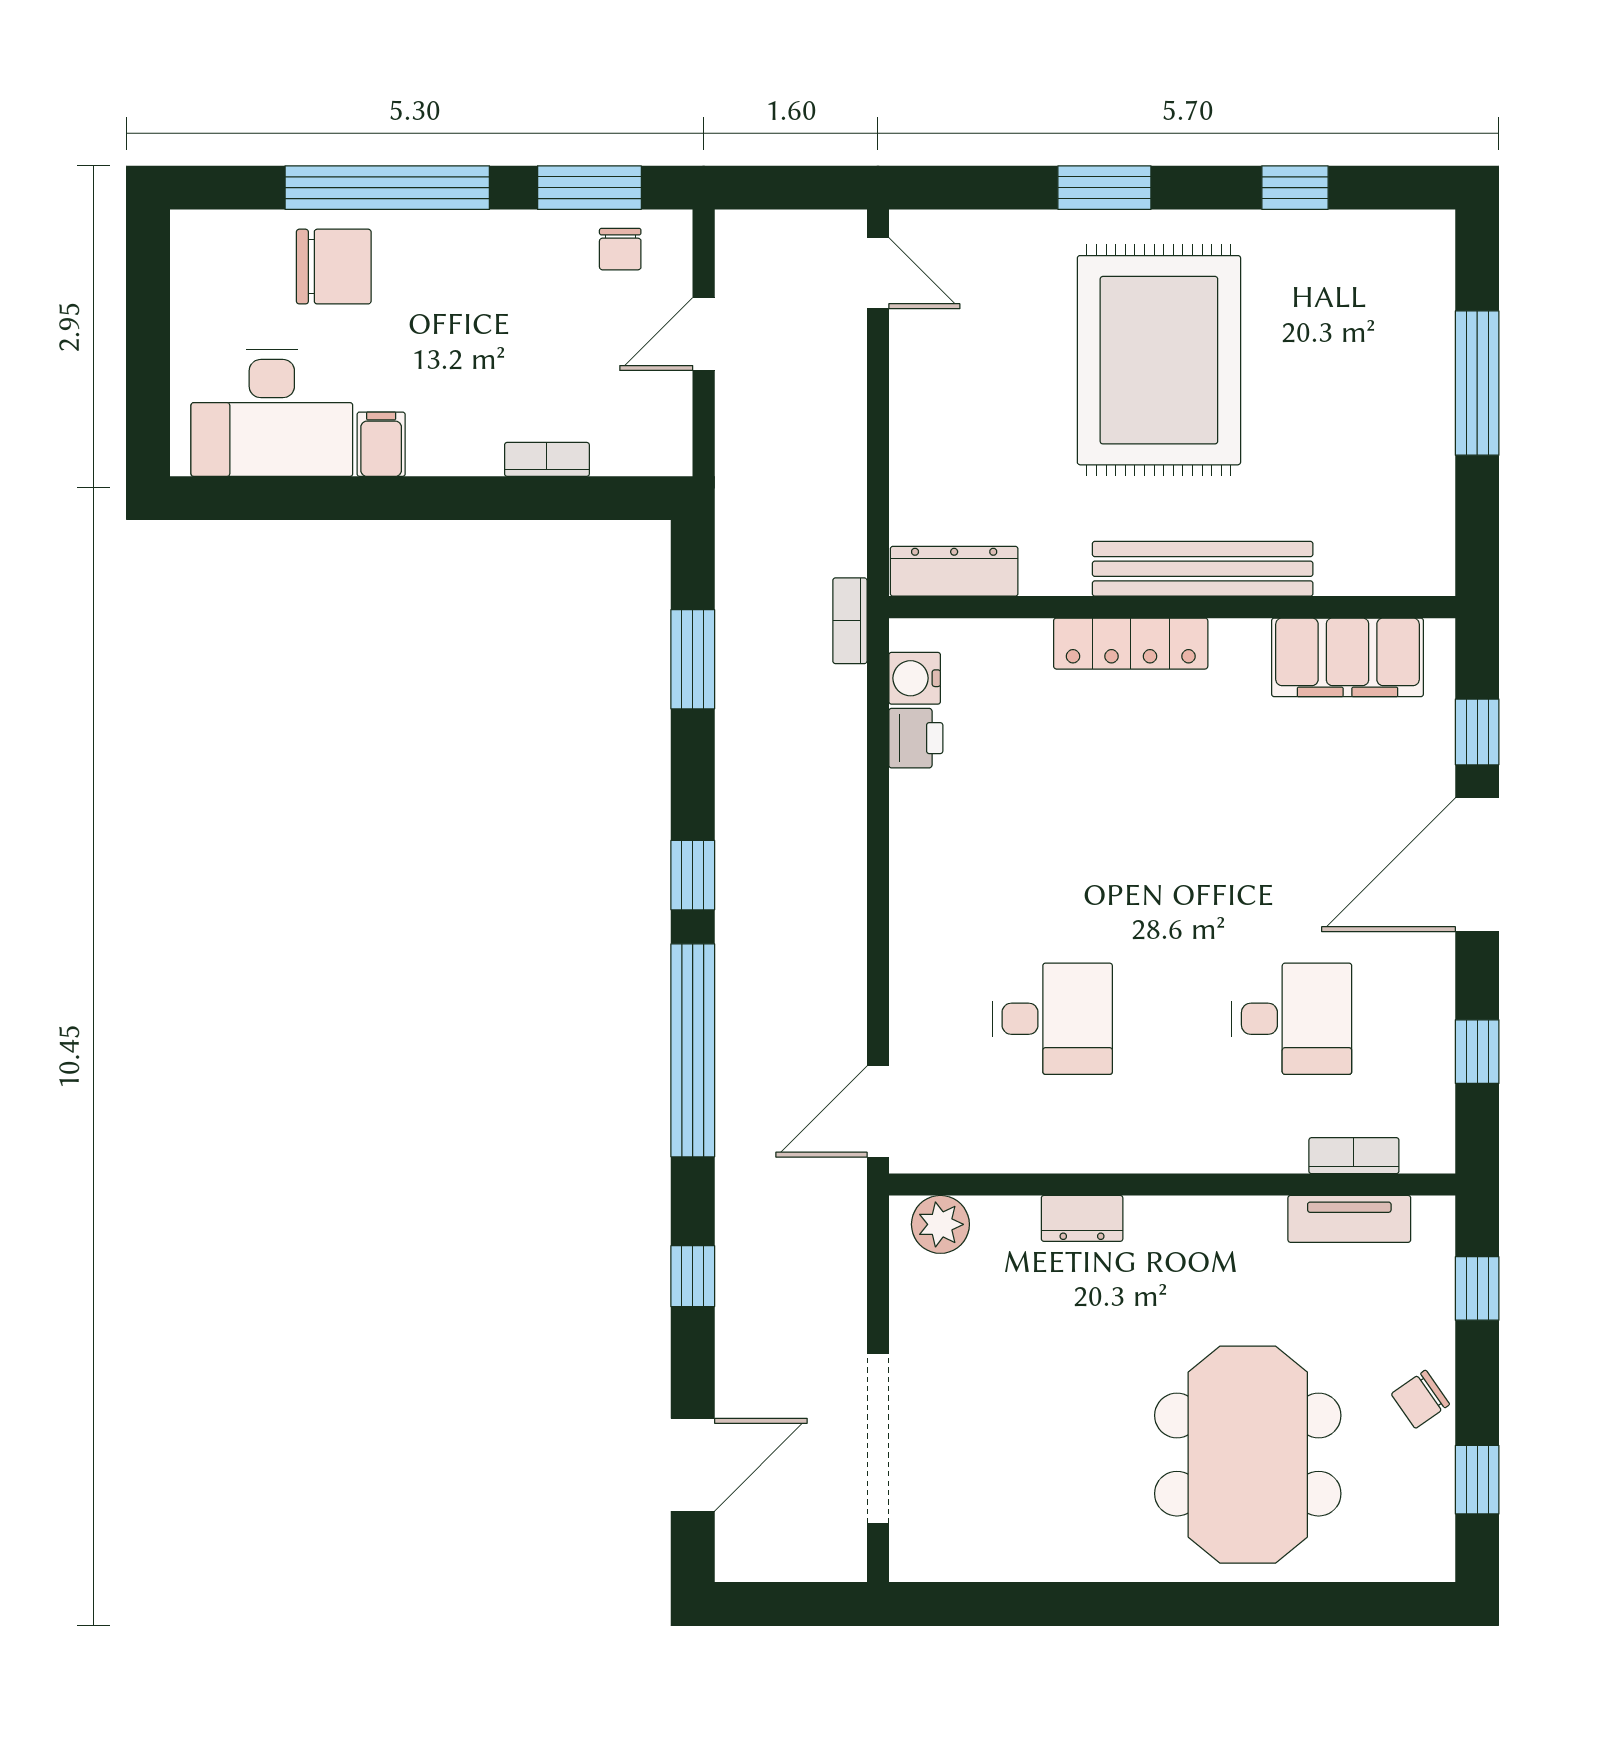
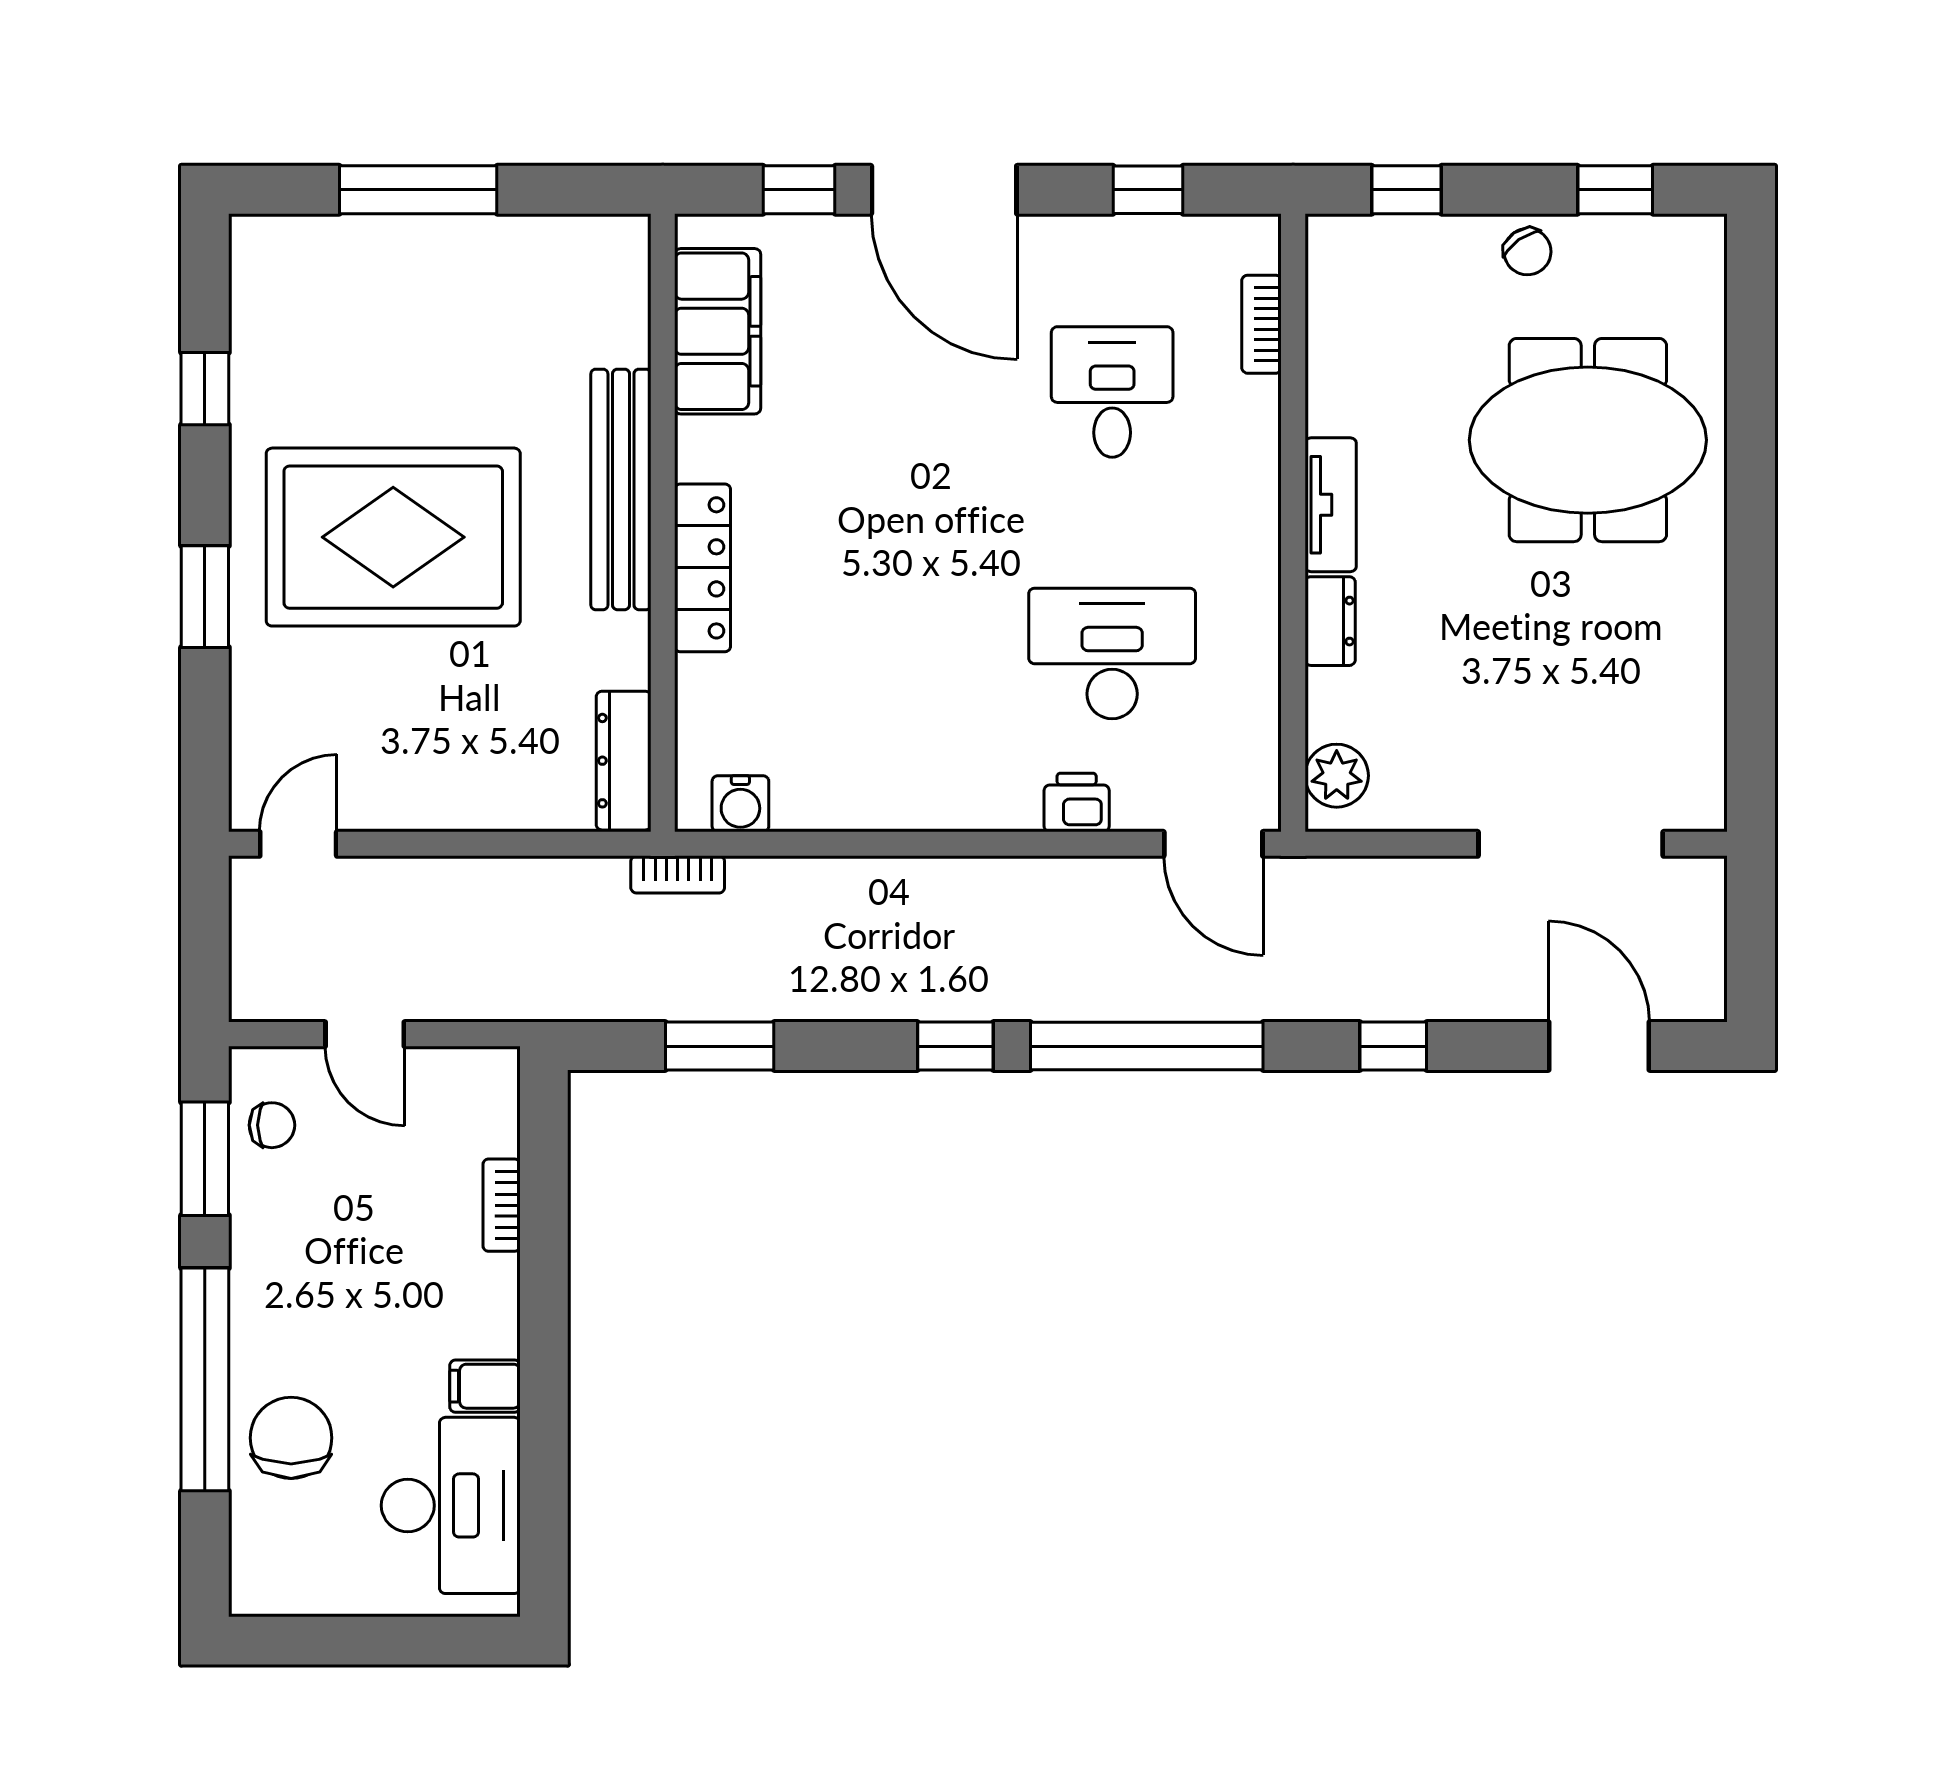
printer: (916, 738) -> (1077, 802), moved
desk: (1052, 1019) -> (1112, 653), width x1.37
tv unit: (1349, 1219) -> (1331, 505), moved

